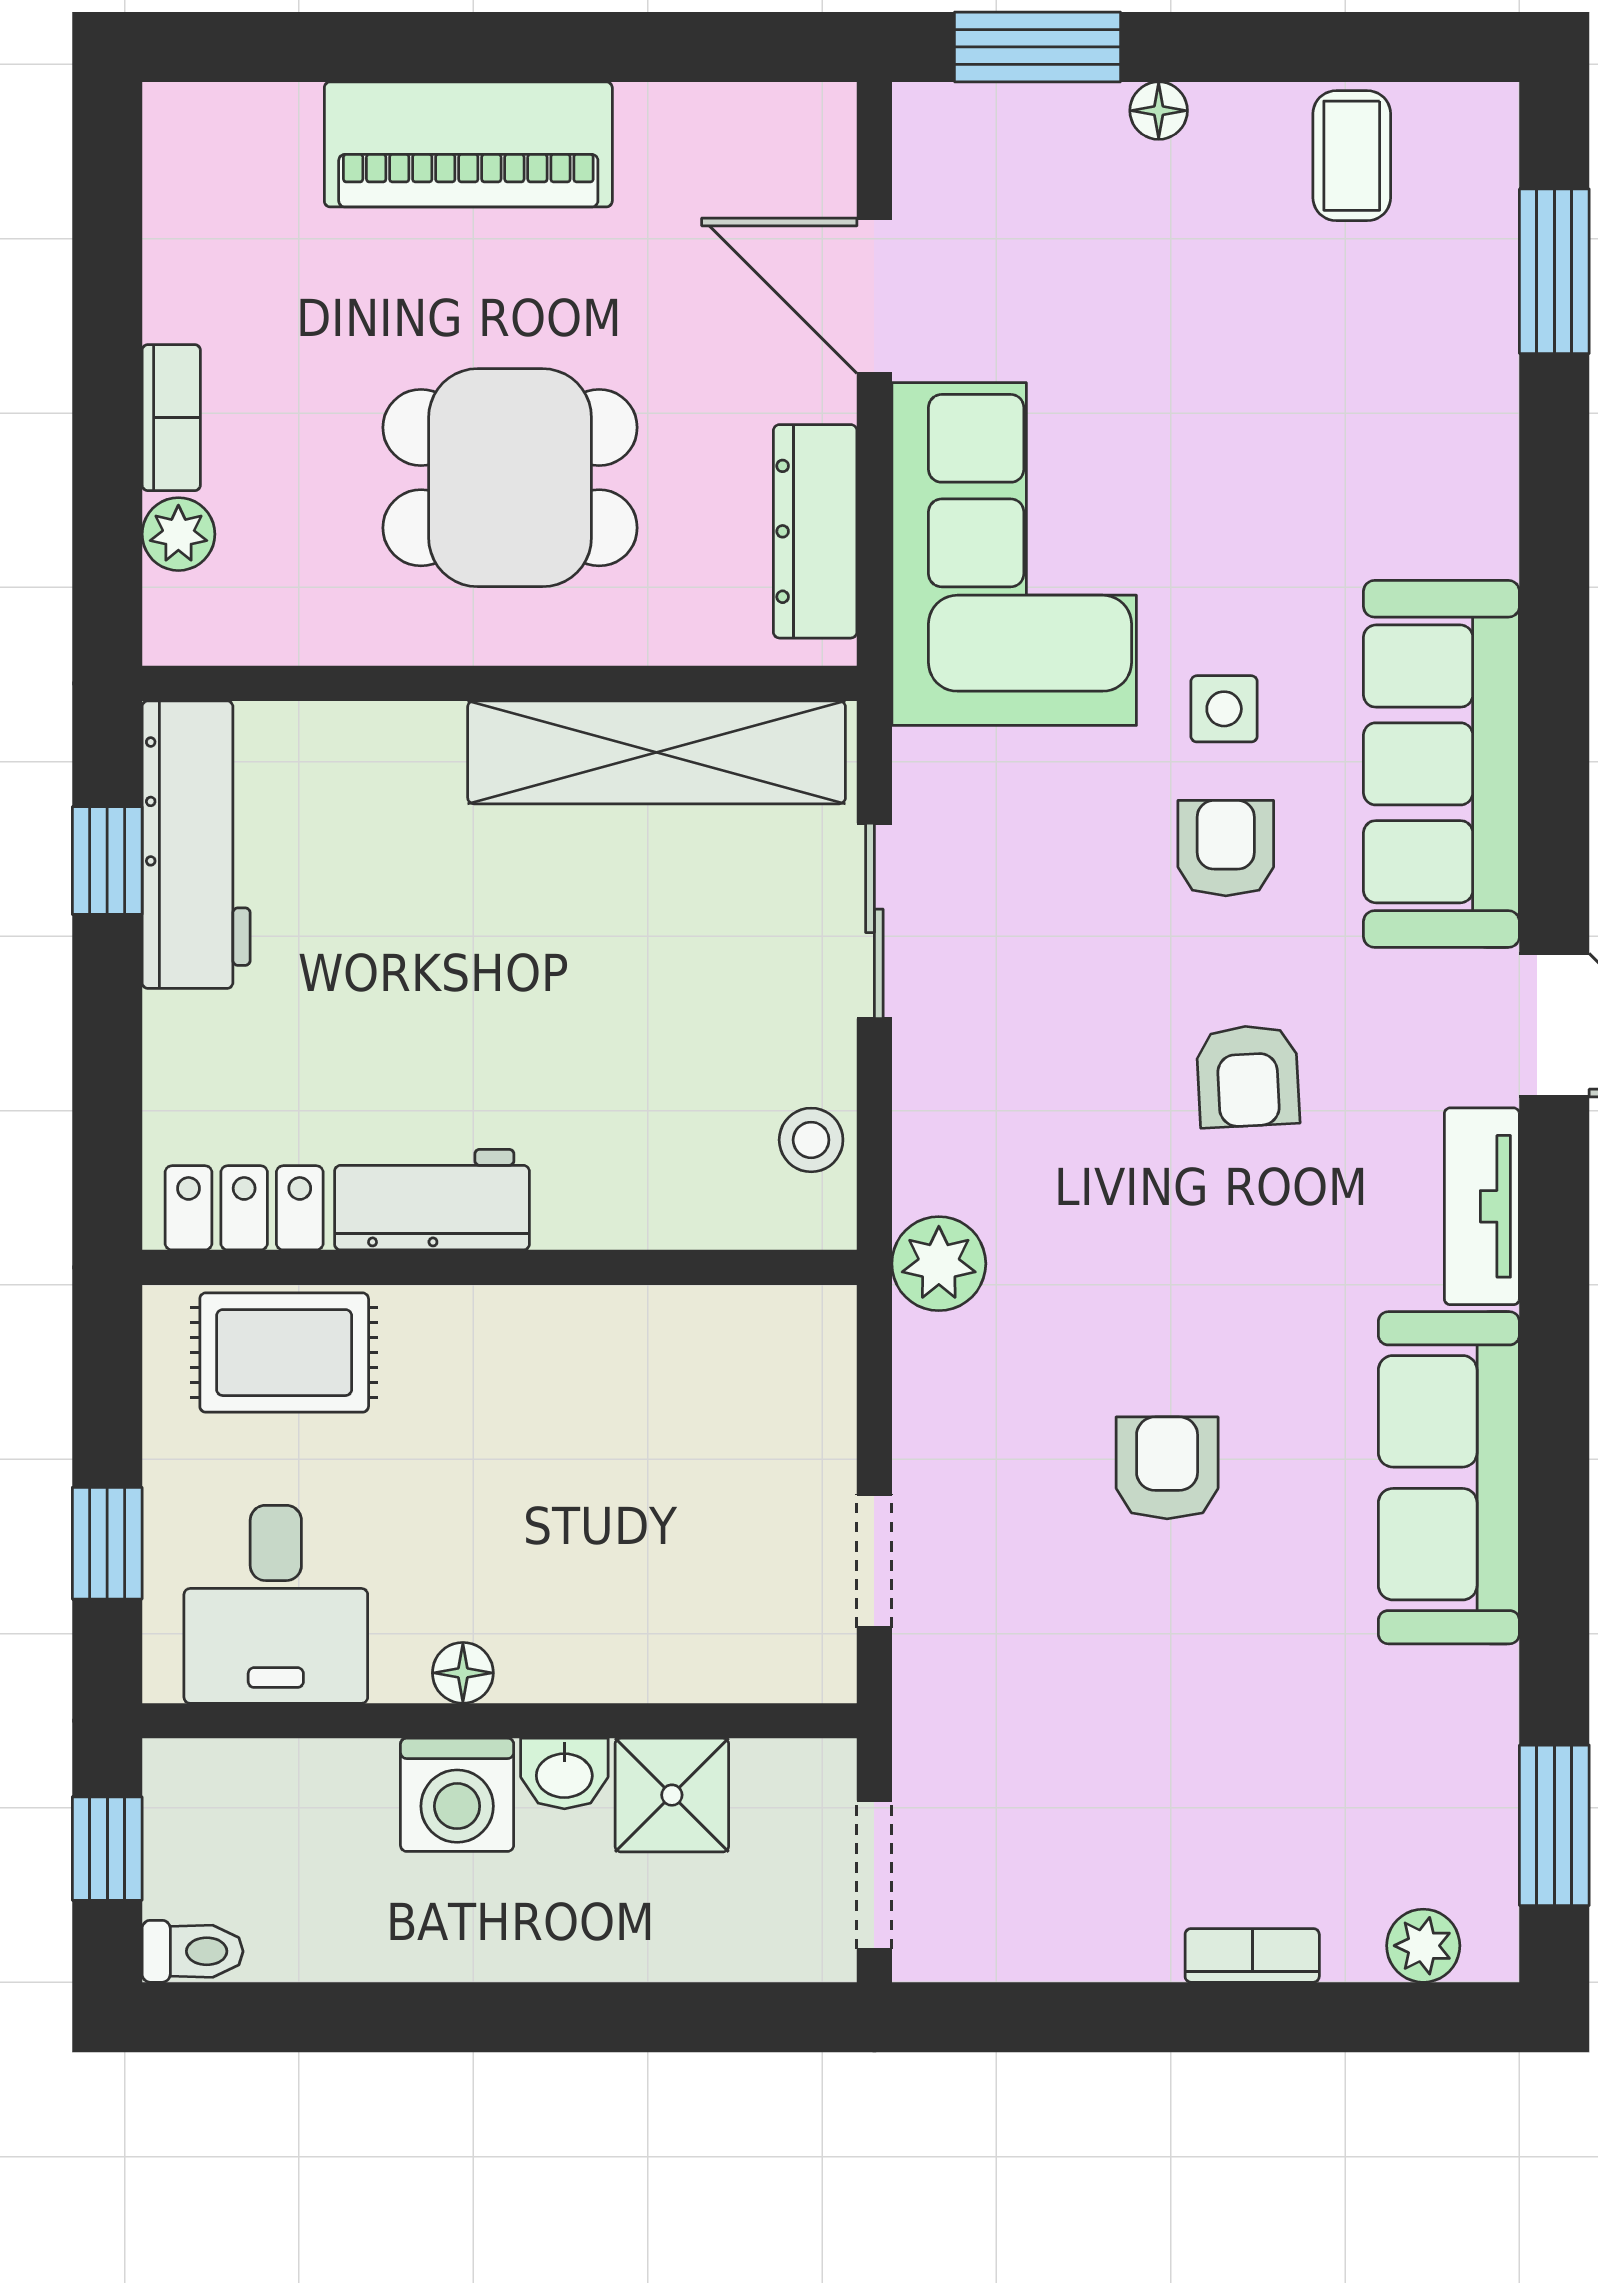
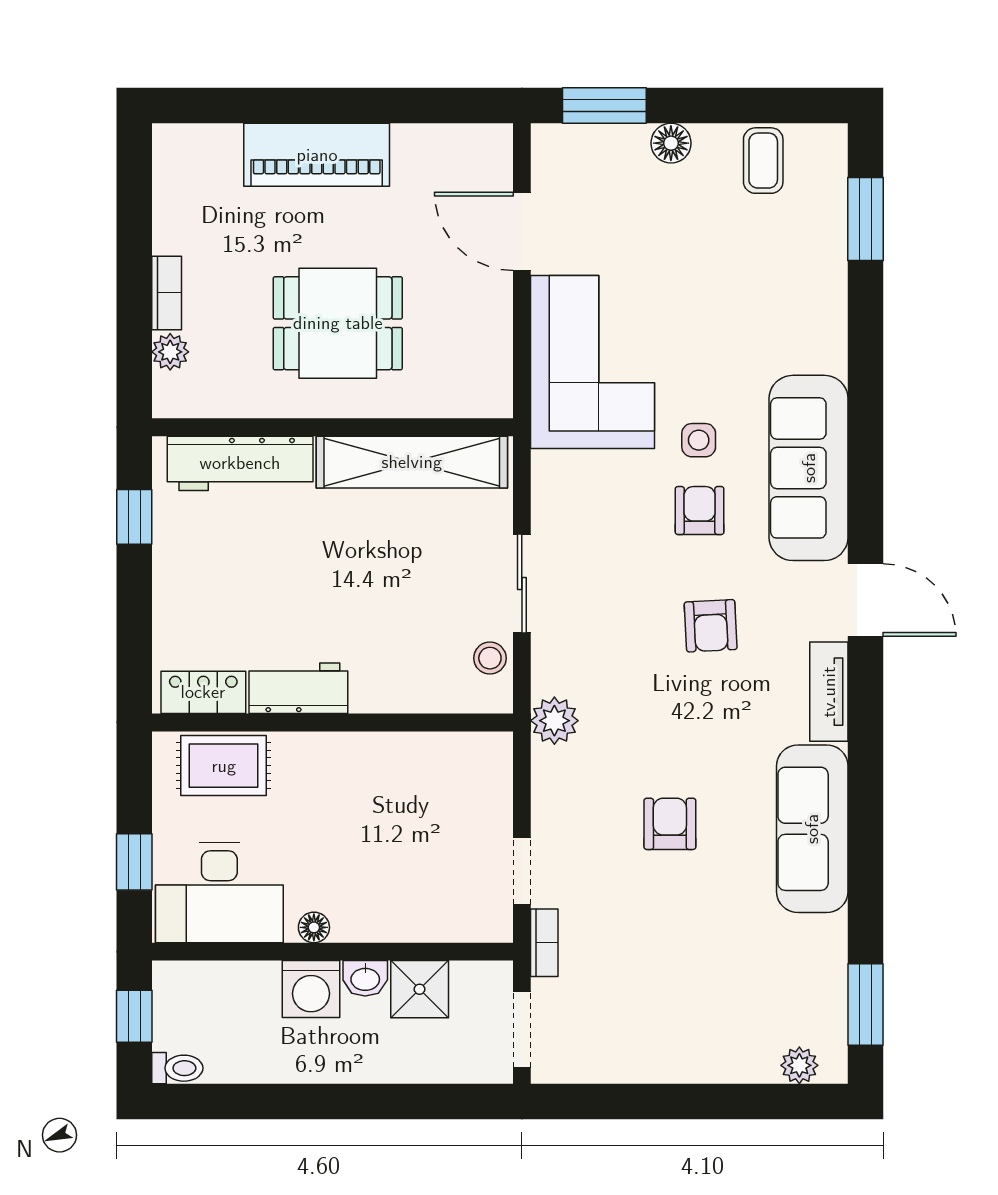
floor lamp: (1159, 111) -> (671, 143), width x1.37, depth x1.37
dresser: (815, 531) -> (492, 350), removed
workbench: (196, 845) -> (240, 463), moved, turned 90
sliding door: (874, 921) -> (522, 584), moved
desk: (276, 1604) -> (219, 893), width x1.37
bookcase: (1252, 1955) -> (544, 943), moved, turned 90

